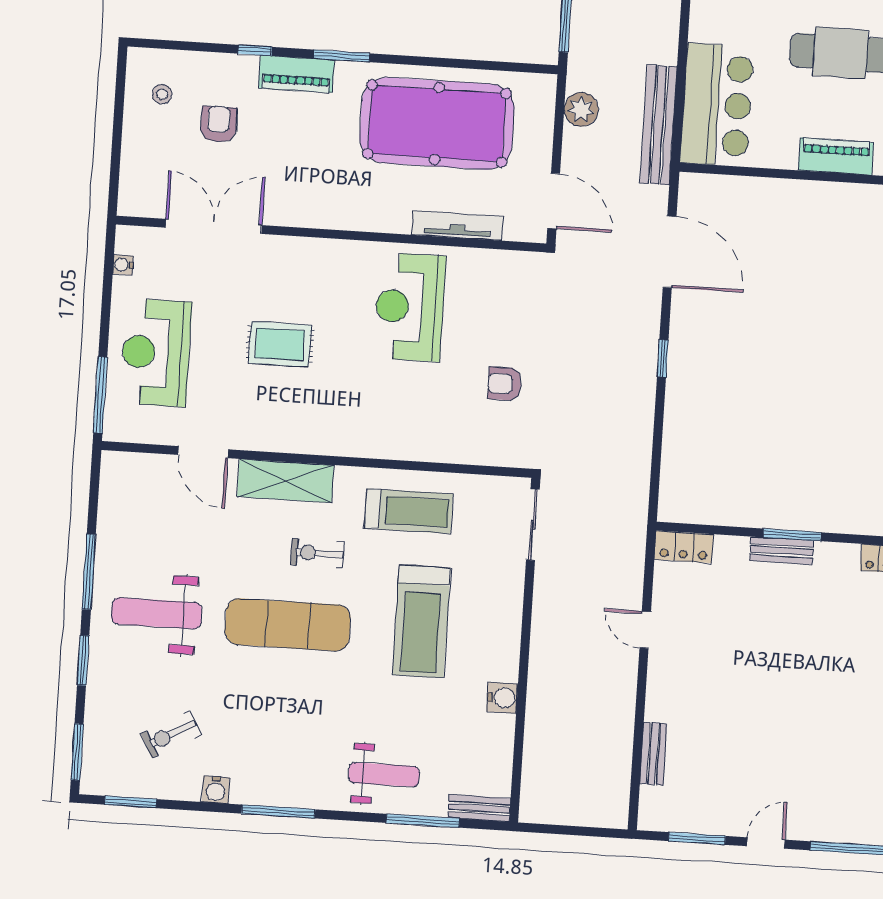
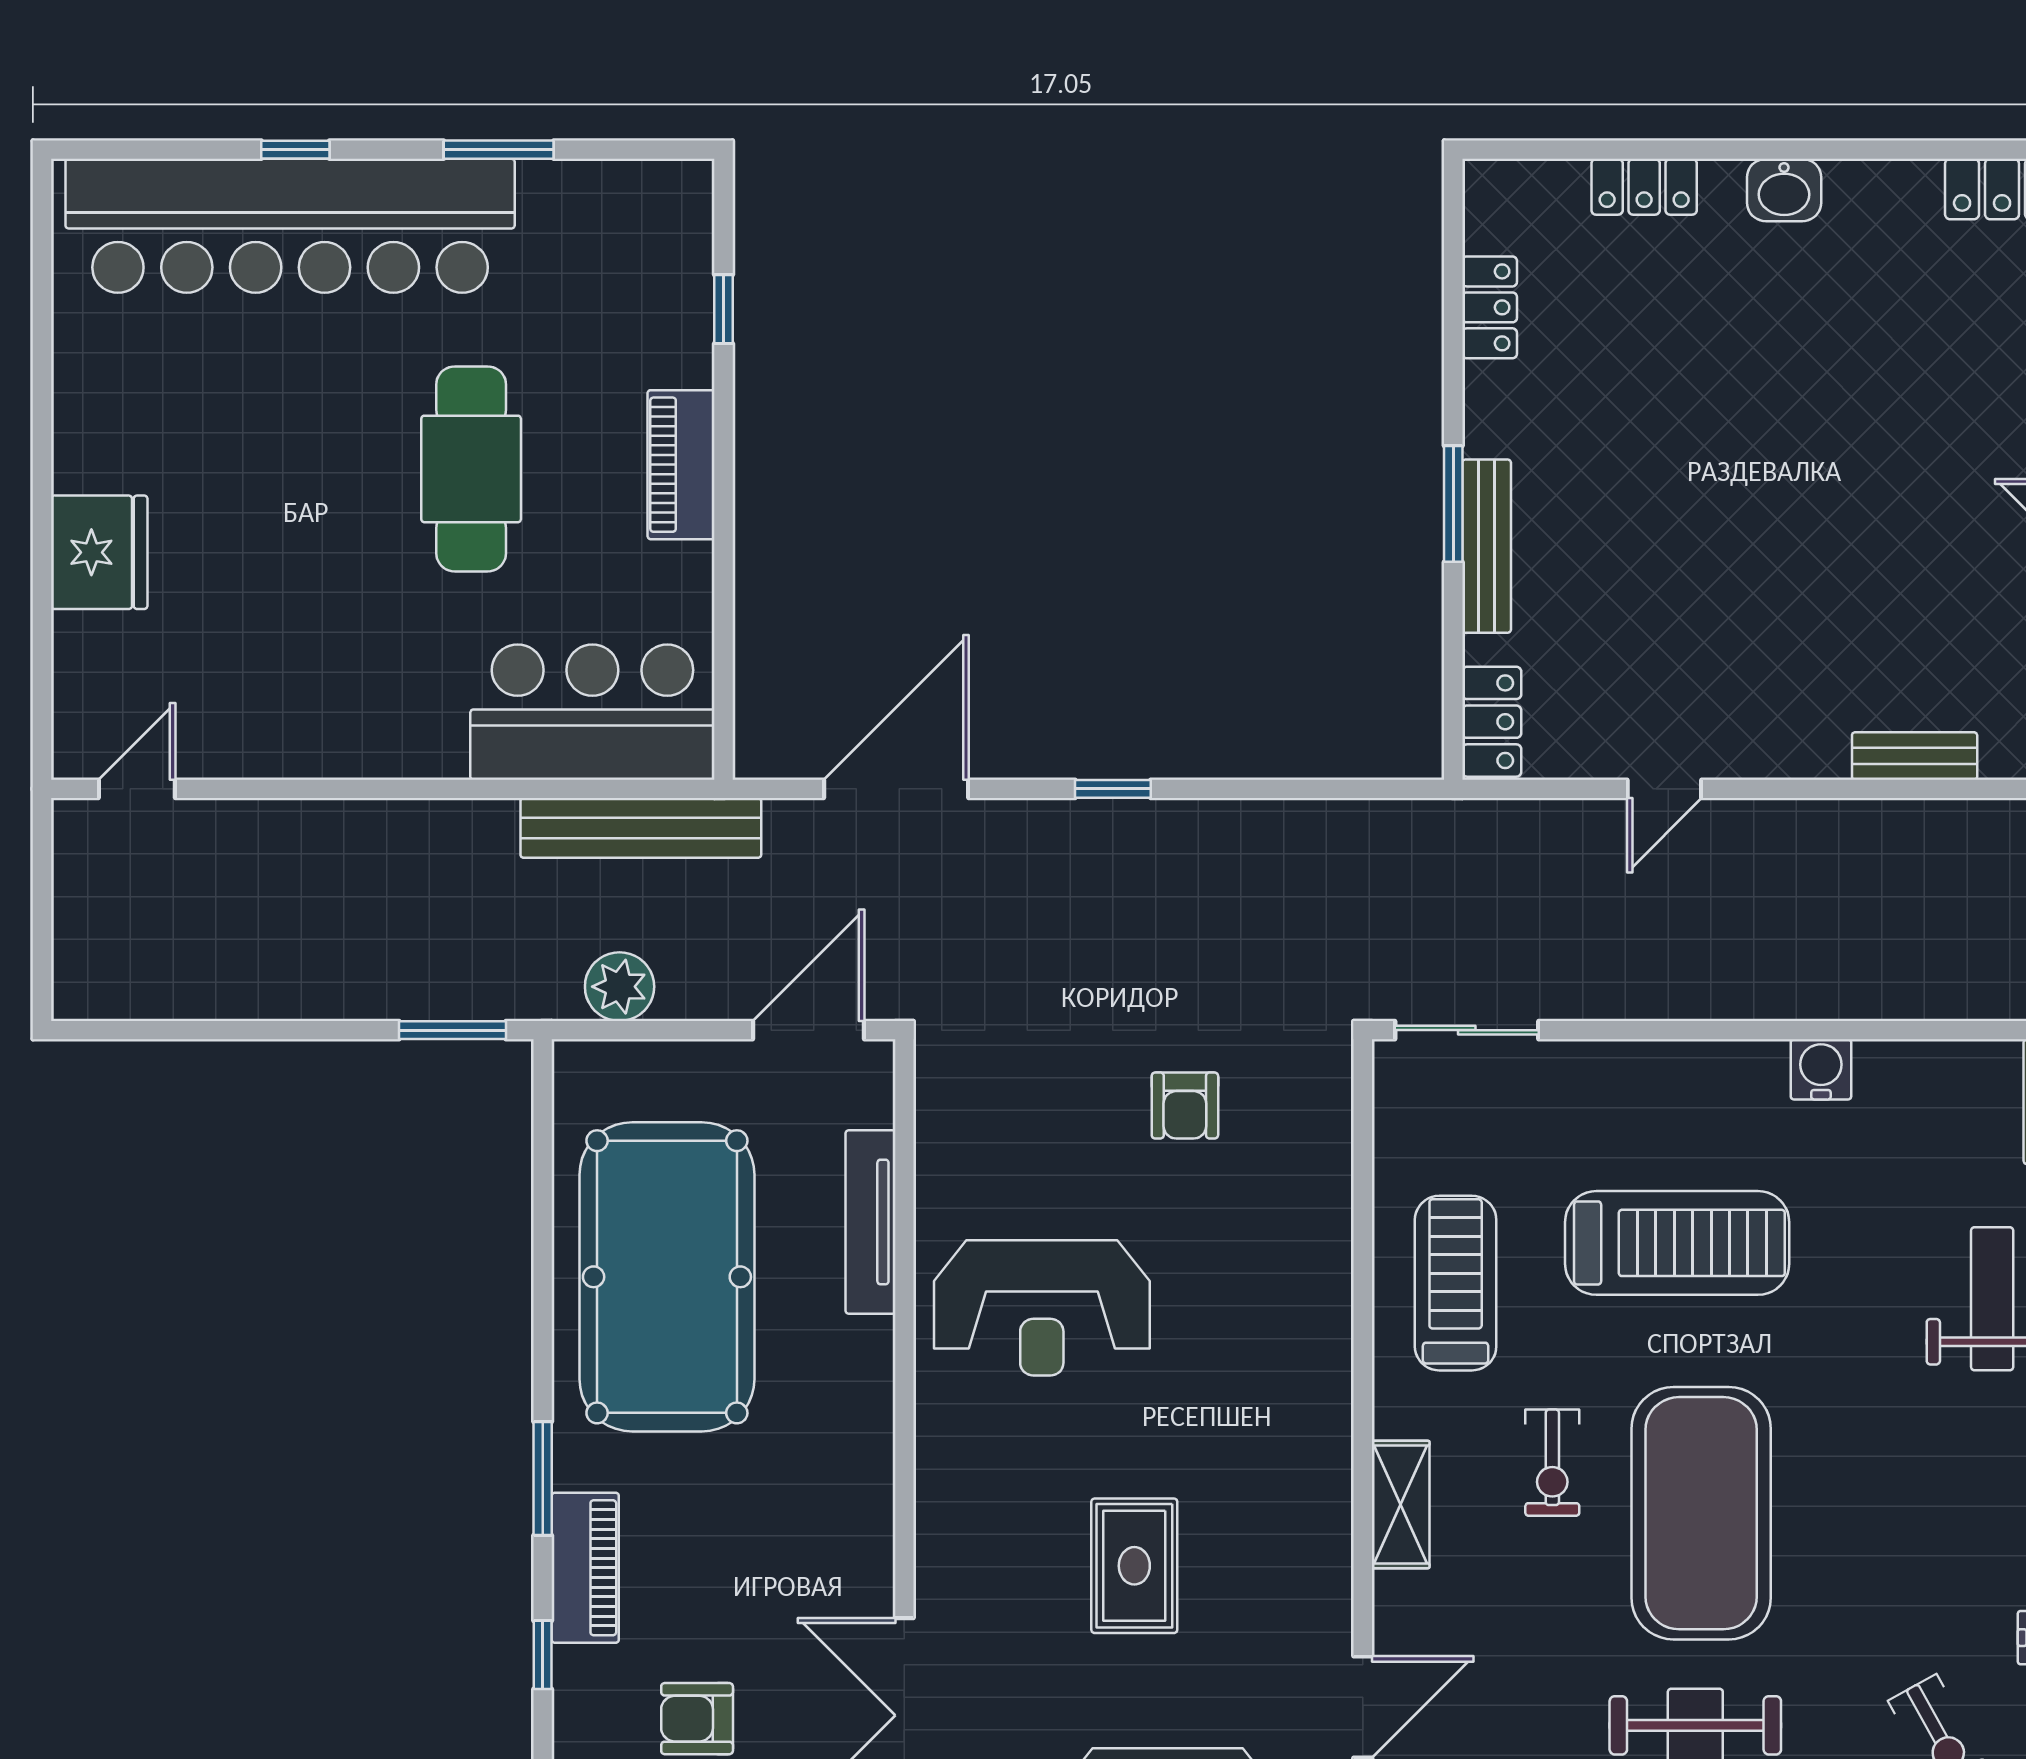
shelving: (286, 481) -> (1401, 1504), width x0.67, depth x0.75
bench: (782, 551) -> (1487, 546), width x1.36
exercise mat: (288, 625) -> (1701, 1513), width x1.47

